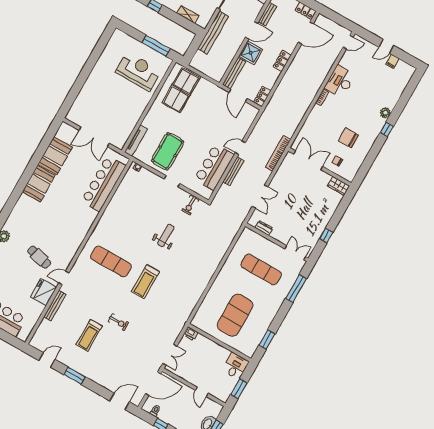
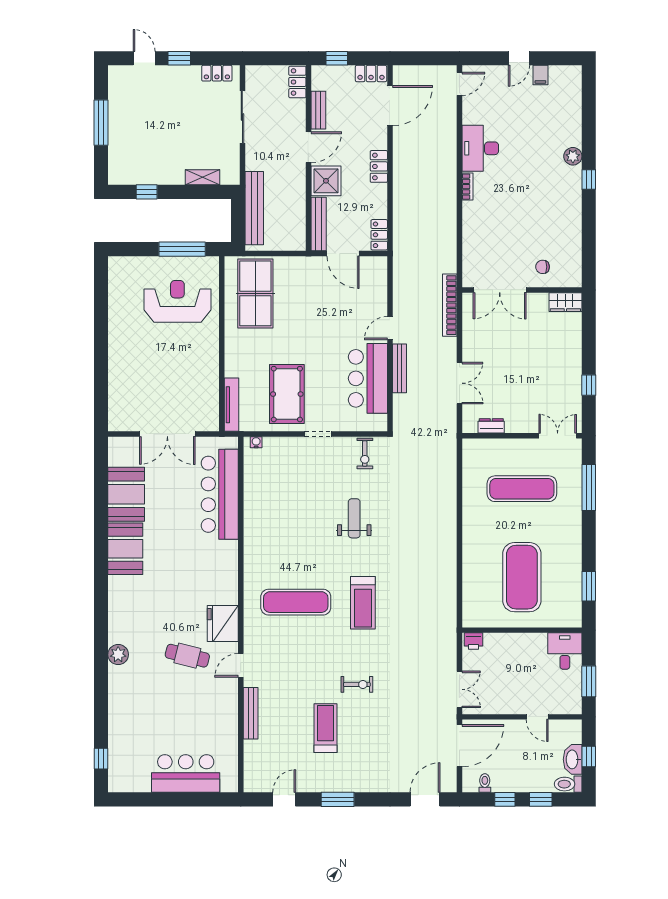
bench: (213, 33) -> (254, 208), moved
chair: (348, 138) -> (539, 224), removed
double door: (308, 160) -> (500, 290), swing flipped
fridge: (44, 292) -> (223, 624), moved
treadmill: (89, 335) -> (325, 728), turned 180

